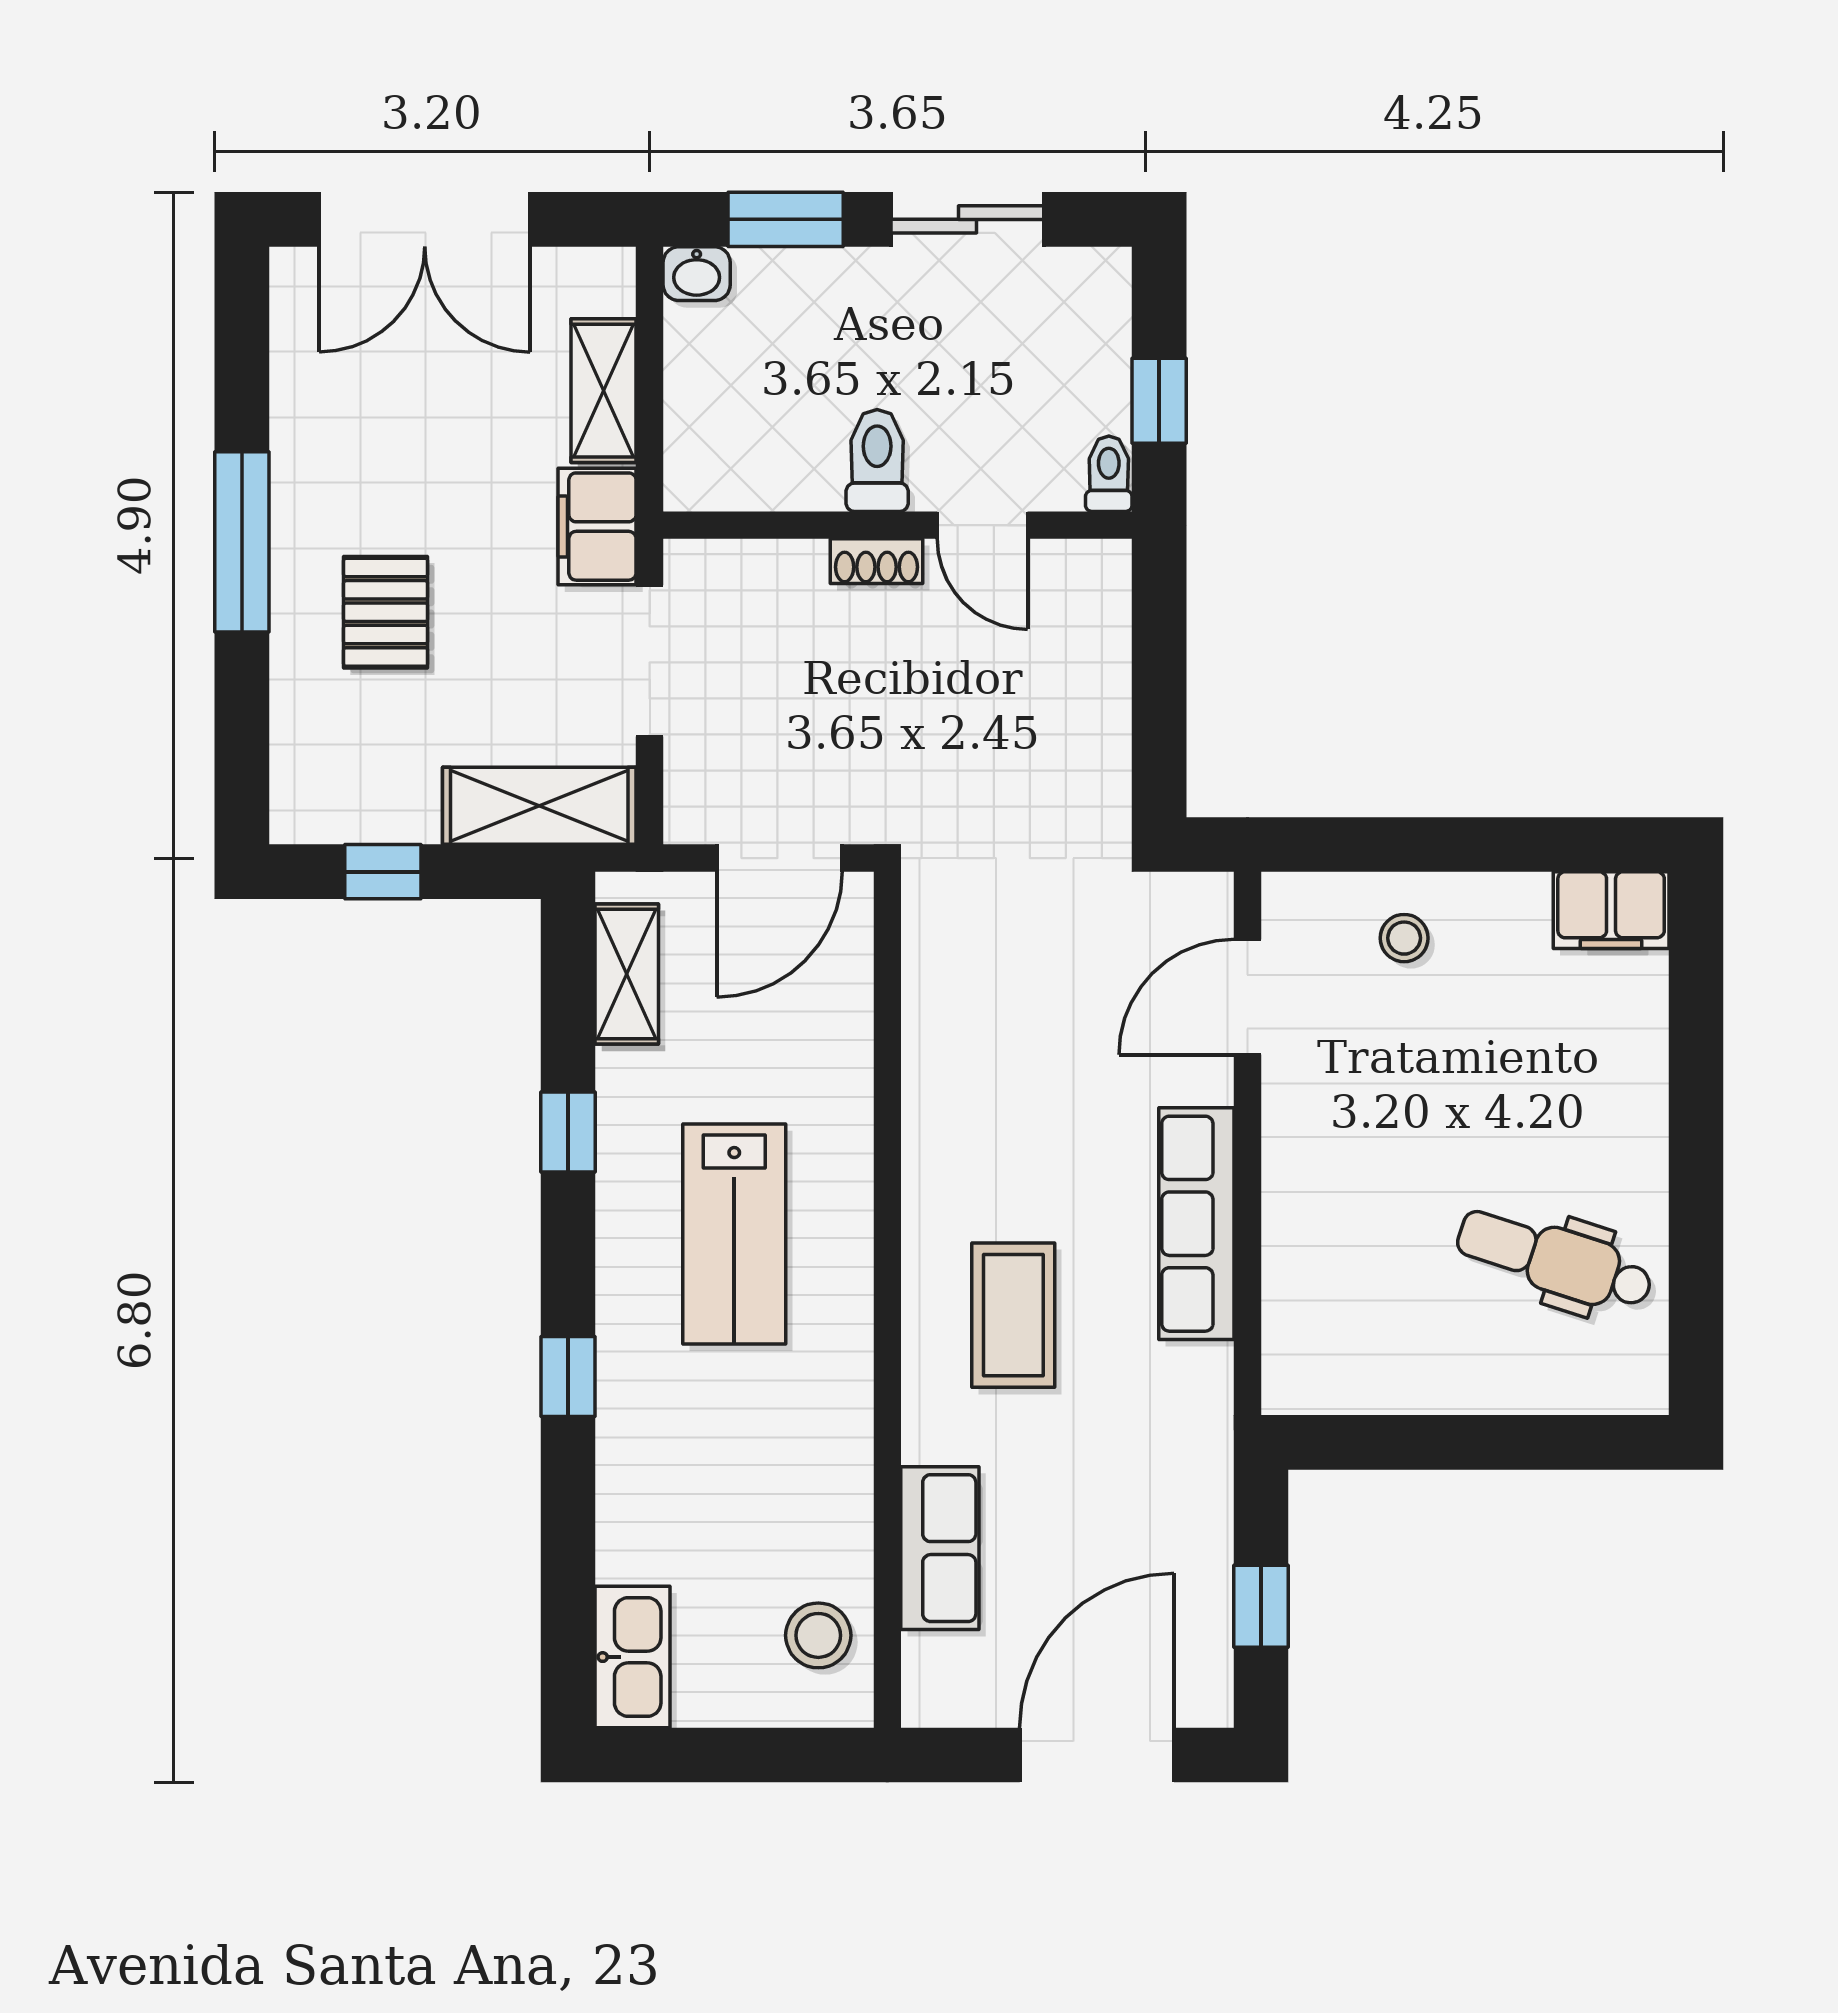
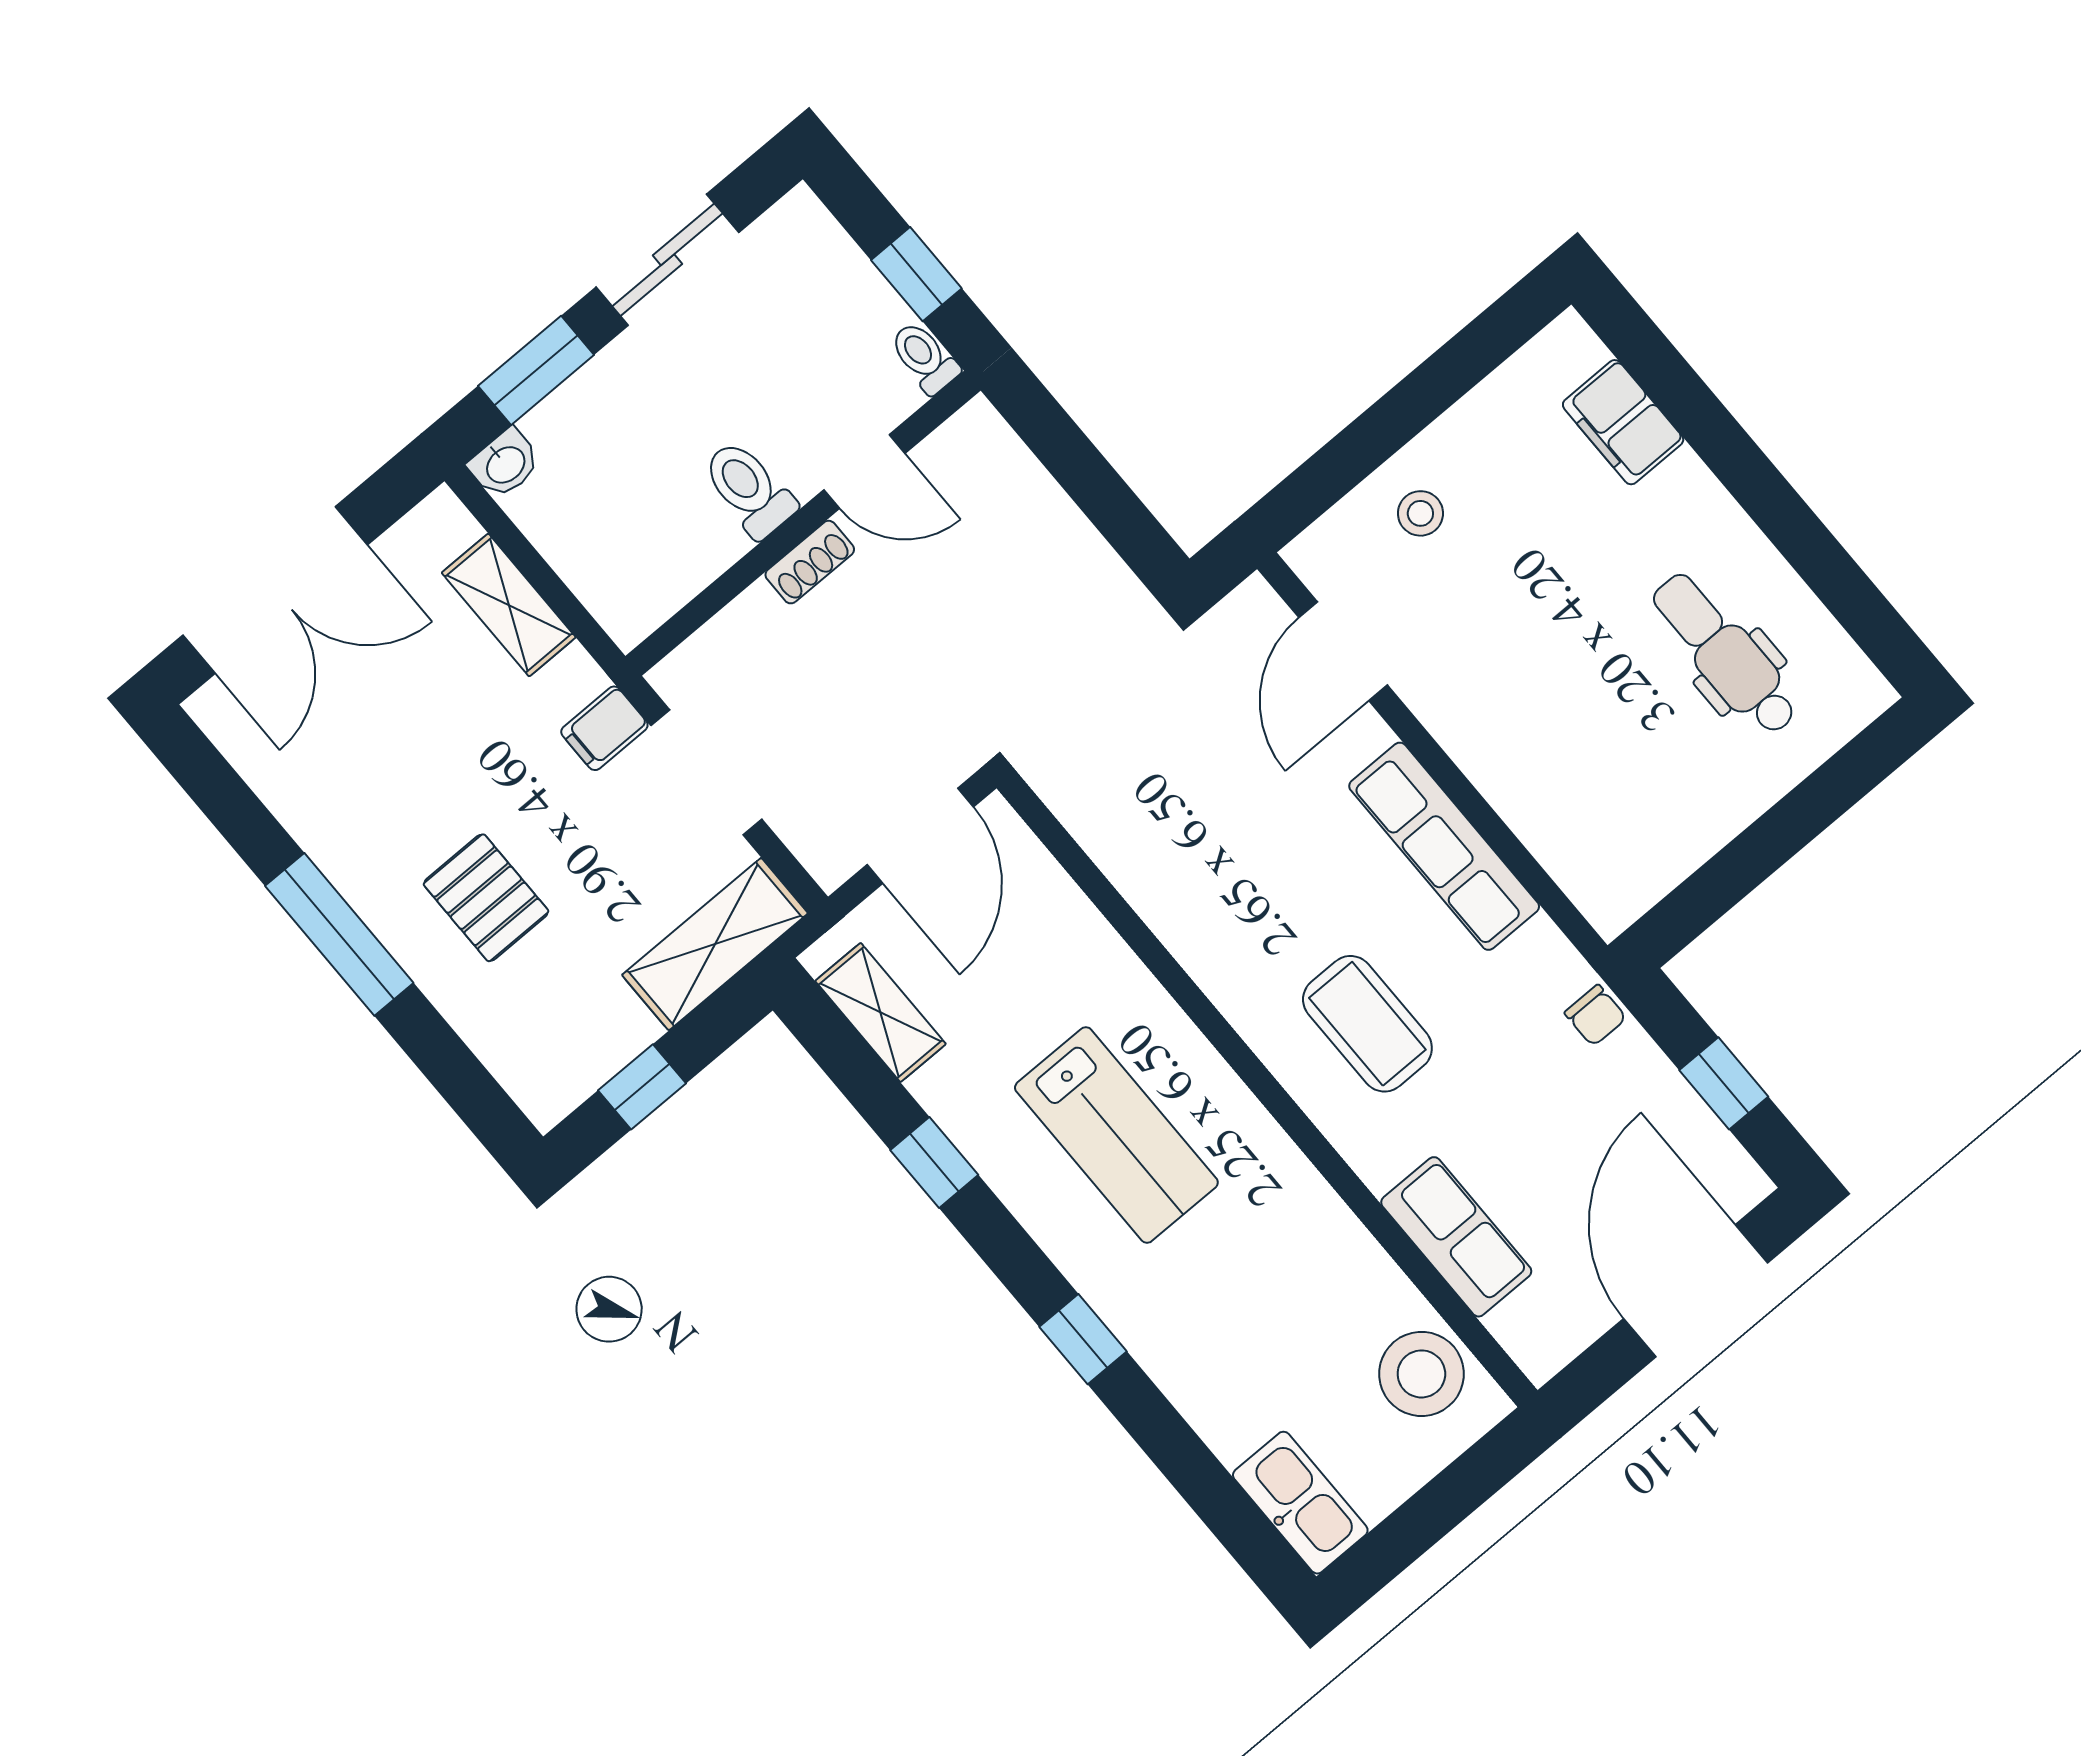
filing cabinet: (597, 527) -> (604, 728), width x0.50
filing cabinet: (1611, 910) -> (1623, 422), moved, turned 90
dental chair: (1555, 1260) -> (1725, 654), turned 72
chair: (1204, 1464) -> (1595, 1015), added
stool: (818, 1635) -> (1421, 1374), width x1.38, depth x1.38

